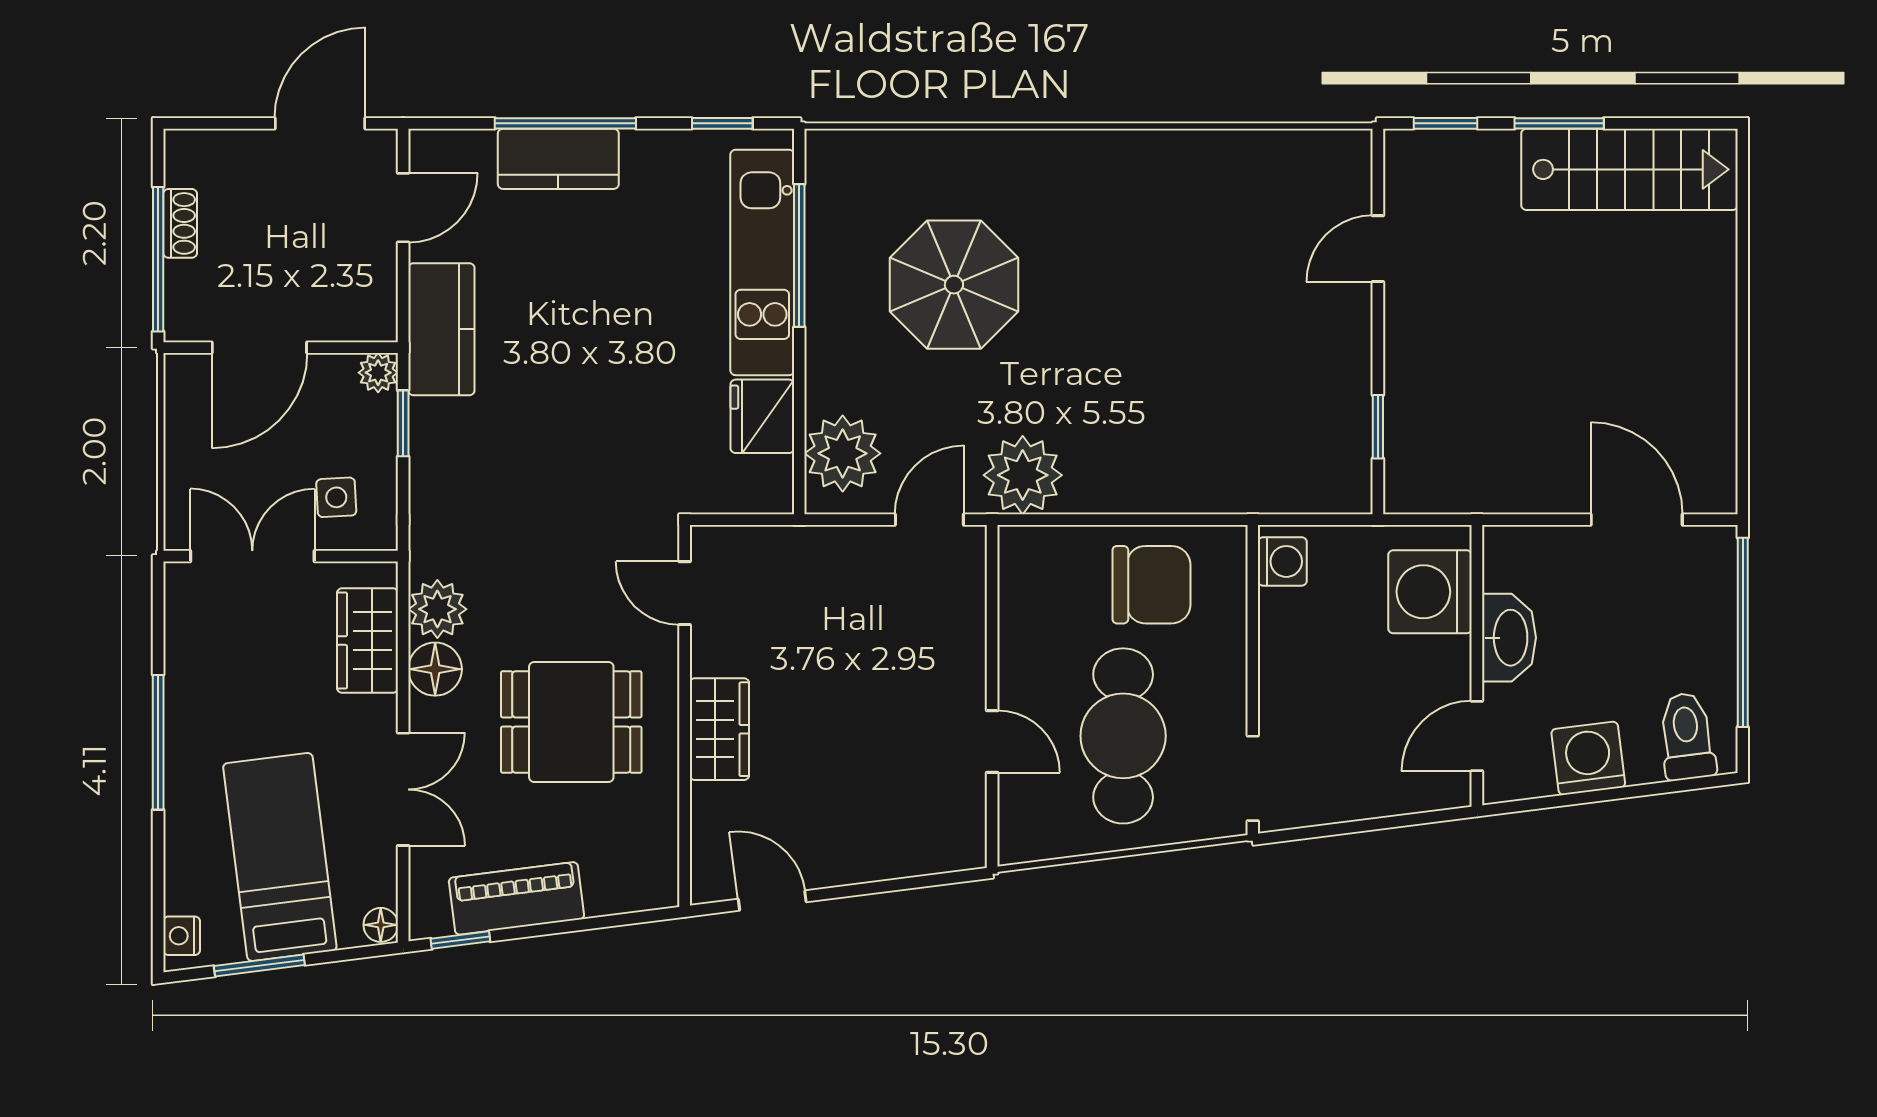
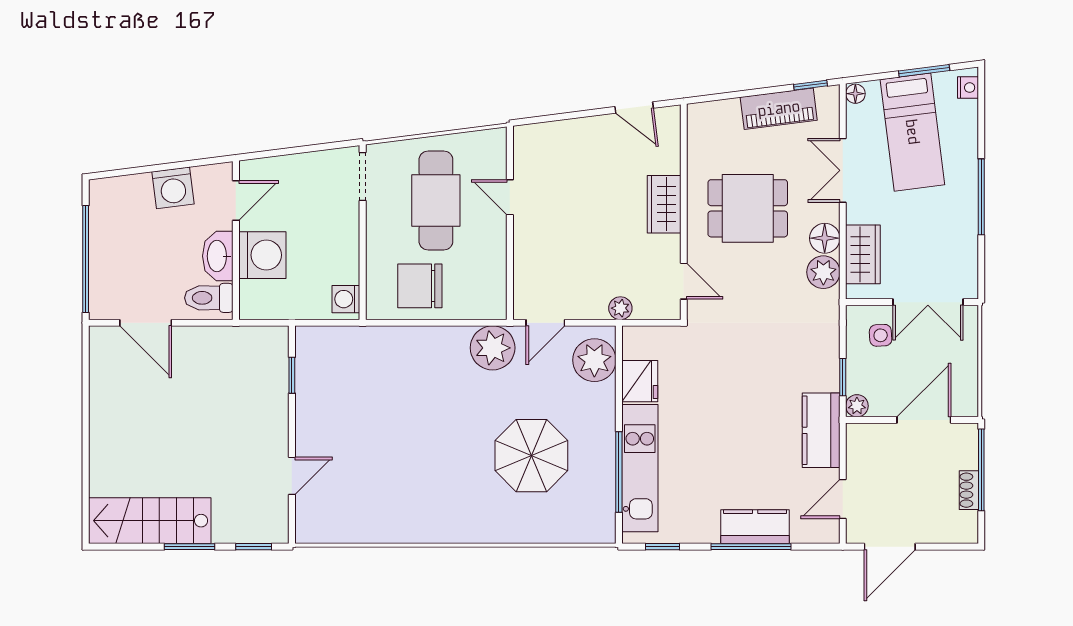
plant: (797, 545) -> (620, 308), added
washing machine: (1430, 592) -> (262, 255), moved
toilet: (1687, 736) -> (209, 298), moved, turned 97

